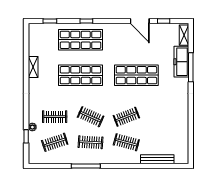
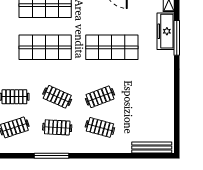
bench: (157, 159) -> (152, 148), moved

